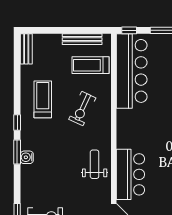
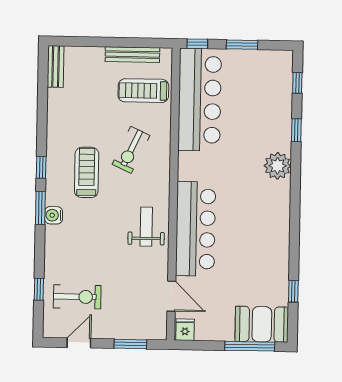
treadmill: (43, 99) -> (87, 172), moved
bar counter: (130, 174) -> (196, 229), width x1.36

